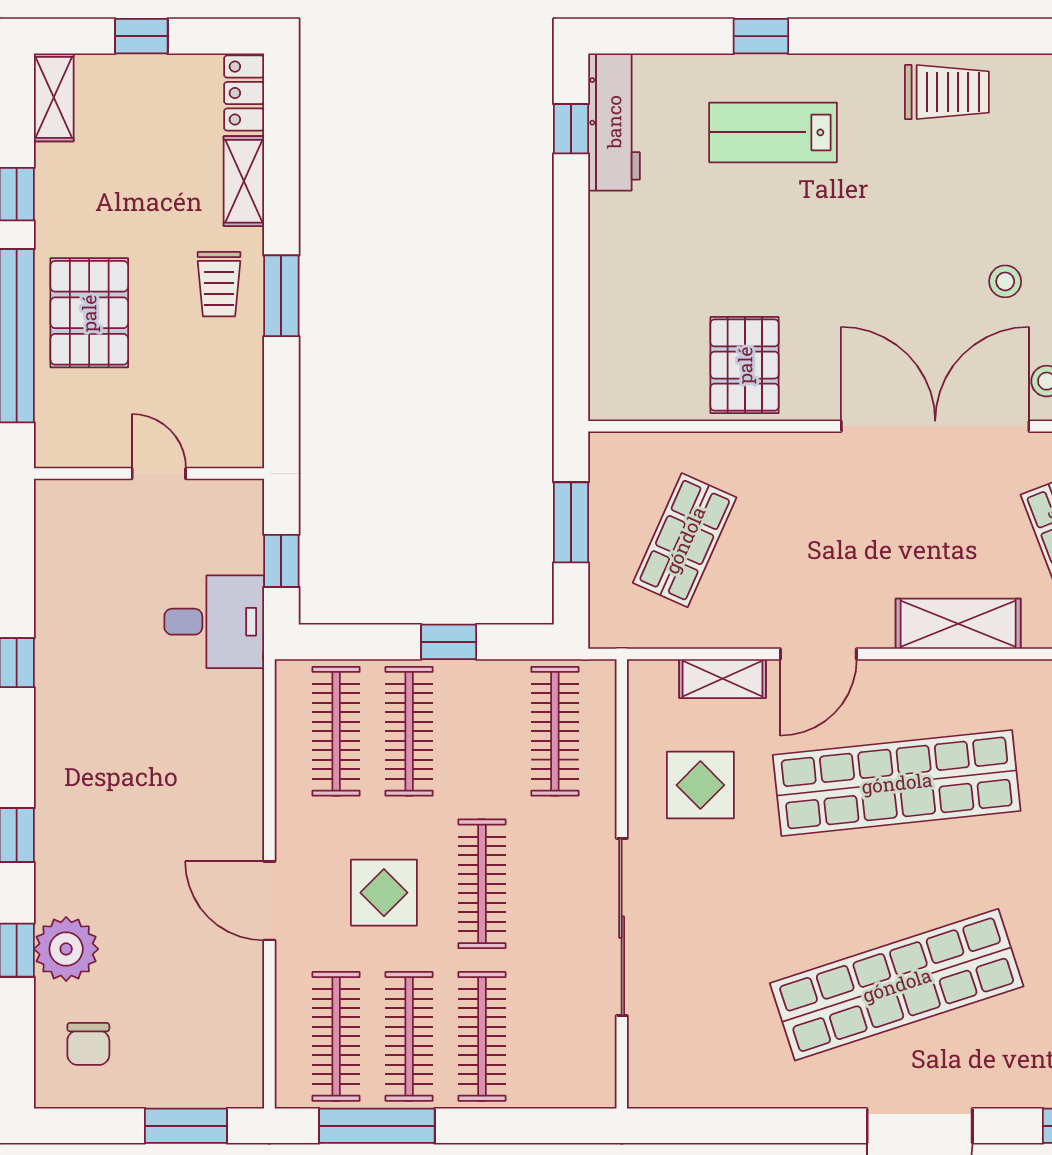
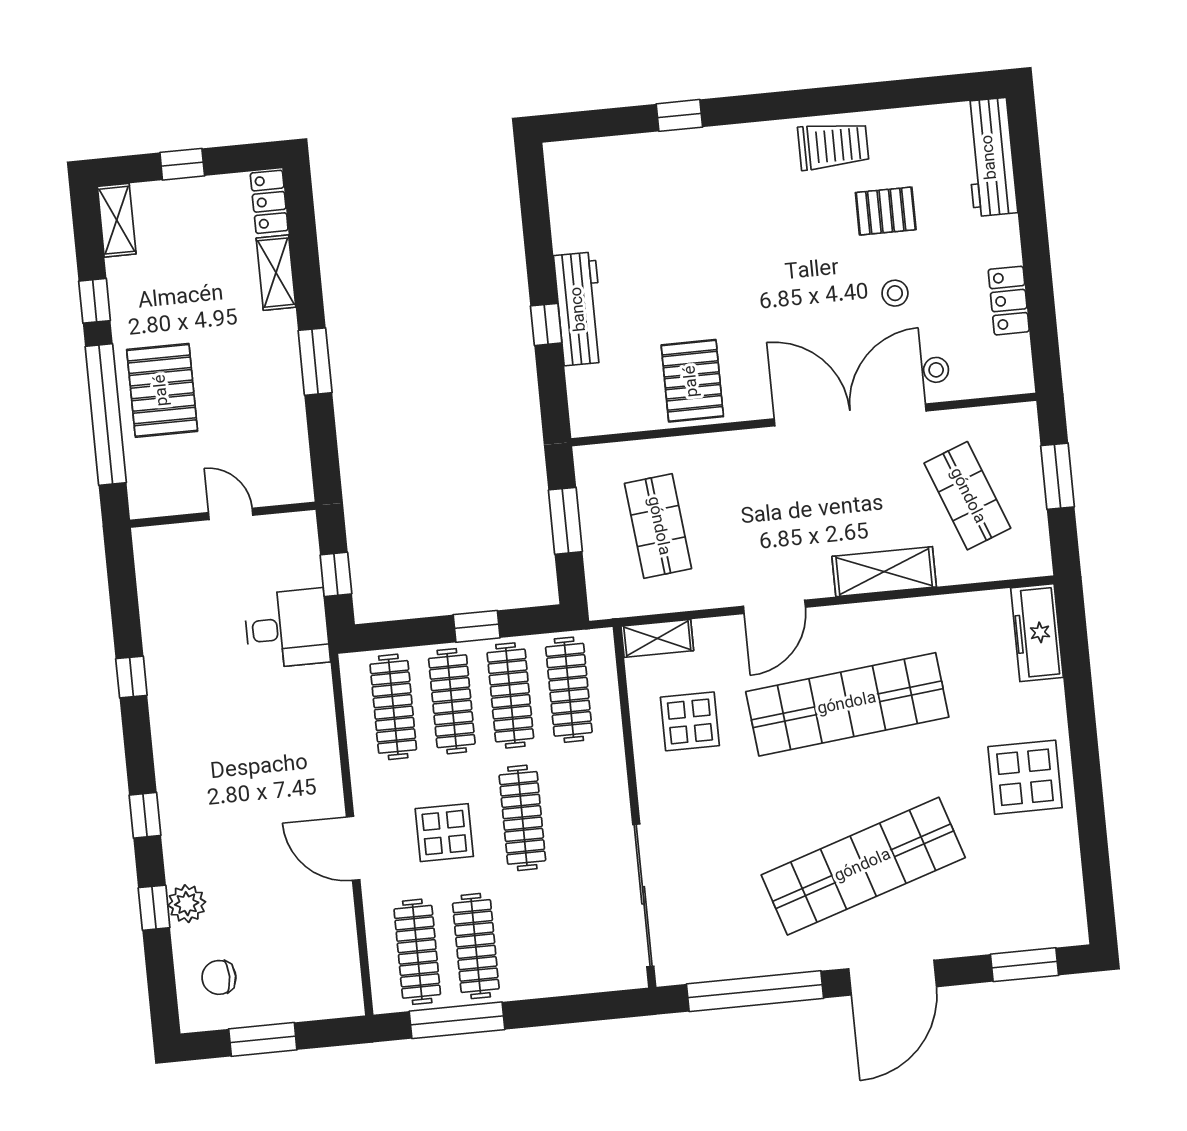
workbench: (614, 122) -> (579, 309), moved
window: (571, 129) -> (546, 324), moved
lab bench: (773, 132) -> (697, 192), removed
pallet: (1004, 179) -> (886, 211), added
trolley: (219, 284) -> (264, 357), removed
shop shelf: (685, 540) -> (658, 526), turned -30
shelving: (722, 679) -> (657, 638), moved
sliding door: (622, 927) -> (643, 895), moved
plant: (66, 949) -> (187, 904), width x0.73, depth x0.73
clothes rail: (482, 1036) -> (510, 695), moved
chair: (88, 1044) -> (219, 977), turned 90
window: (186, 1126) -> (263, 1039), moved
window: (748, 1126) -> (755, 991), added

